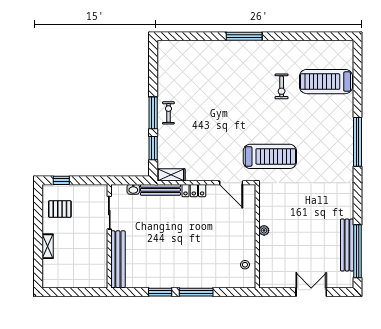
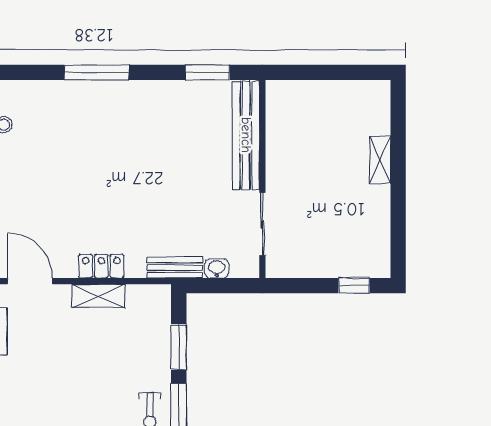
shelving: (171, 175) -> (99, 296), moved
bench: (160, 190) -> (175, 267), width x0.73
pallet: (60, 209) -> (357, 231), removed
window: (160, 292) -> (207, 72), moved

